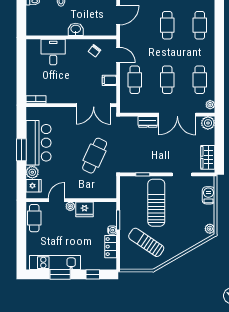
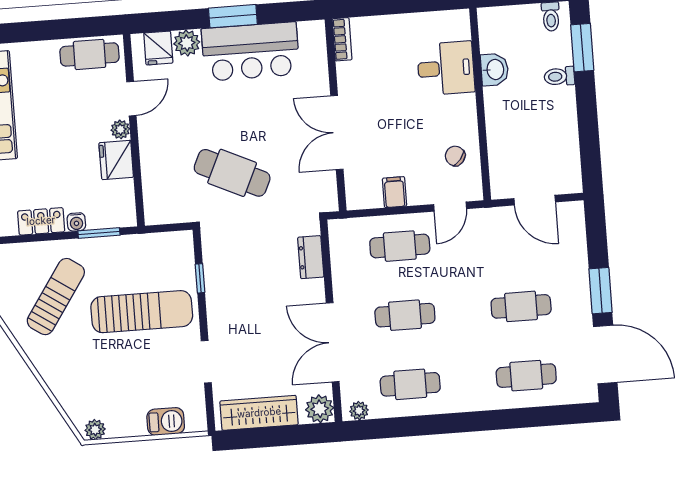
washbasin: (76, 29) -> (495, 70), moved
double door: (94, 105) -> (337, 132), moved
dresser: (148, 122) -> (311, 257), moved
wardrobe: (208, 157) -> (259, 413), width x1.50
door: (56, 200) -> (131, 99), hinge flipped

